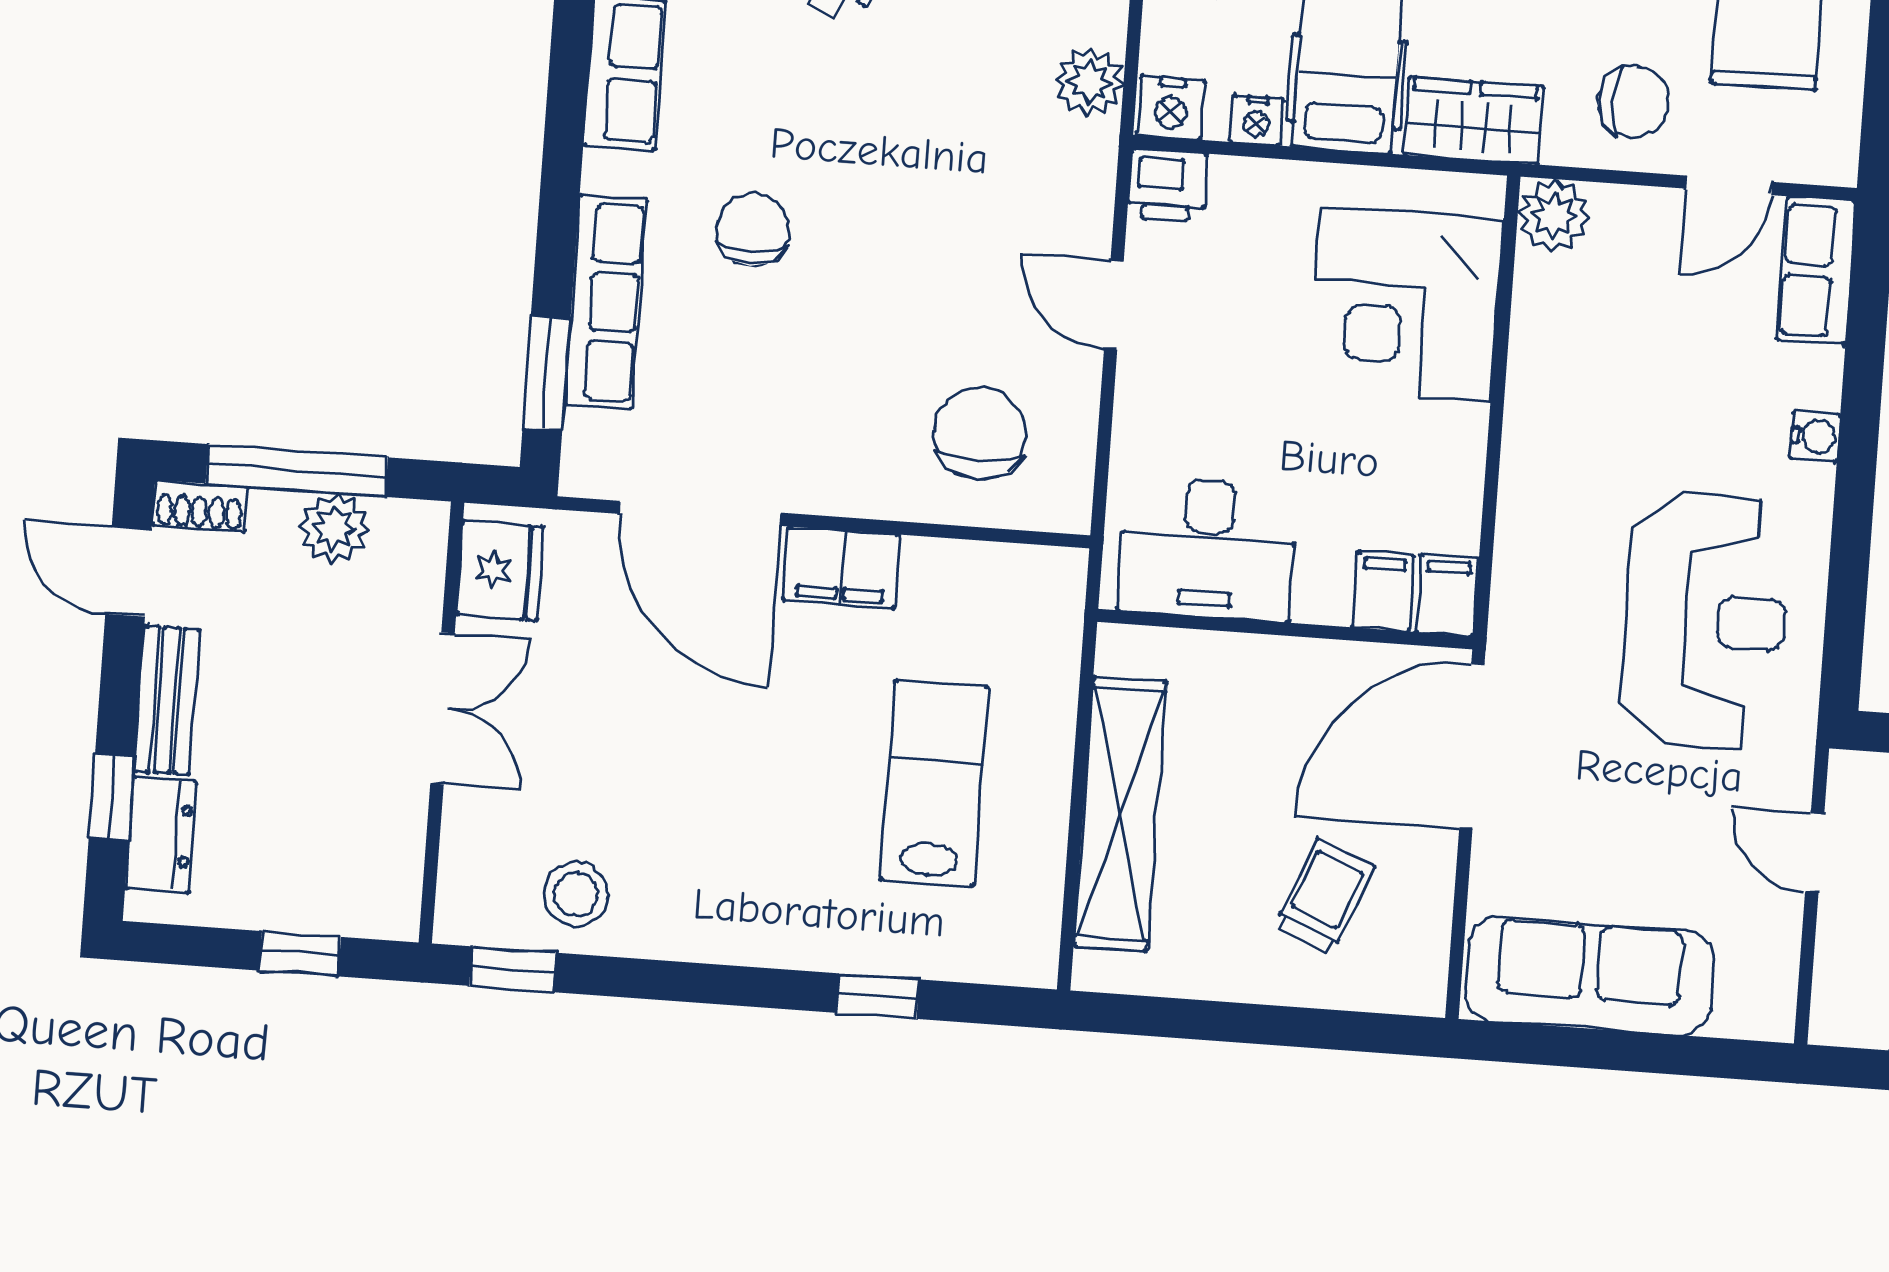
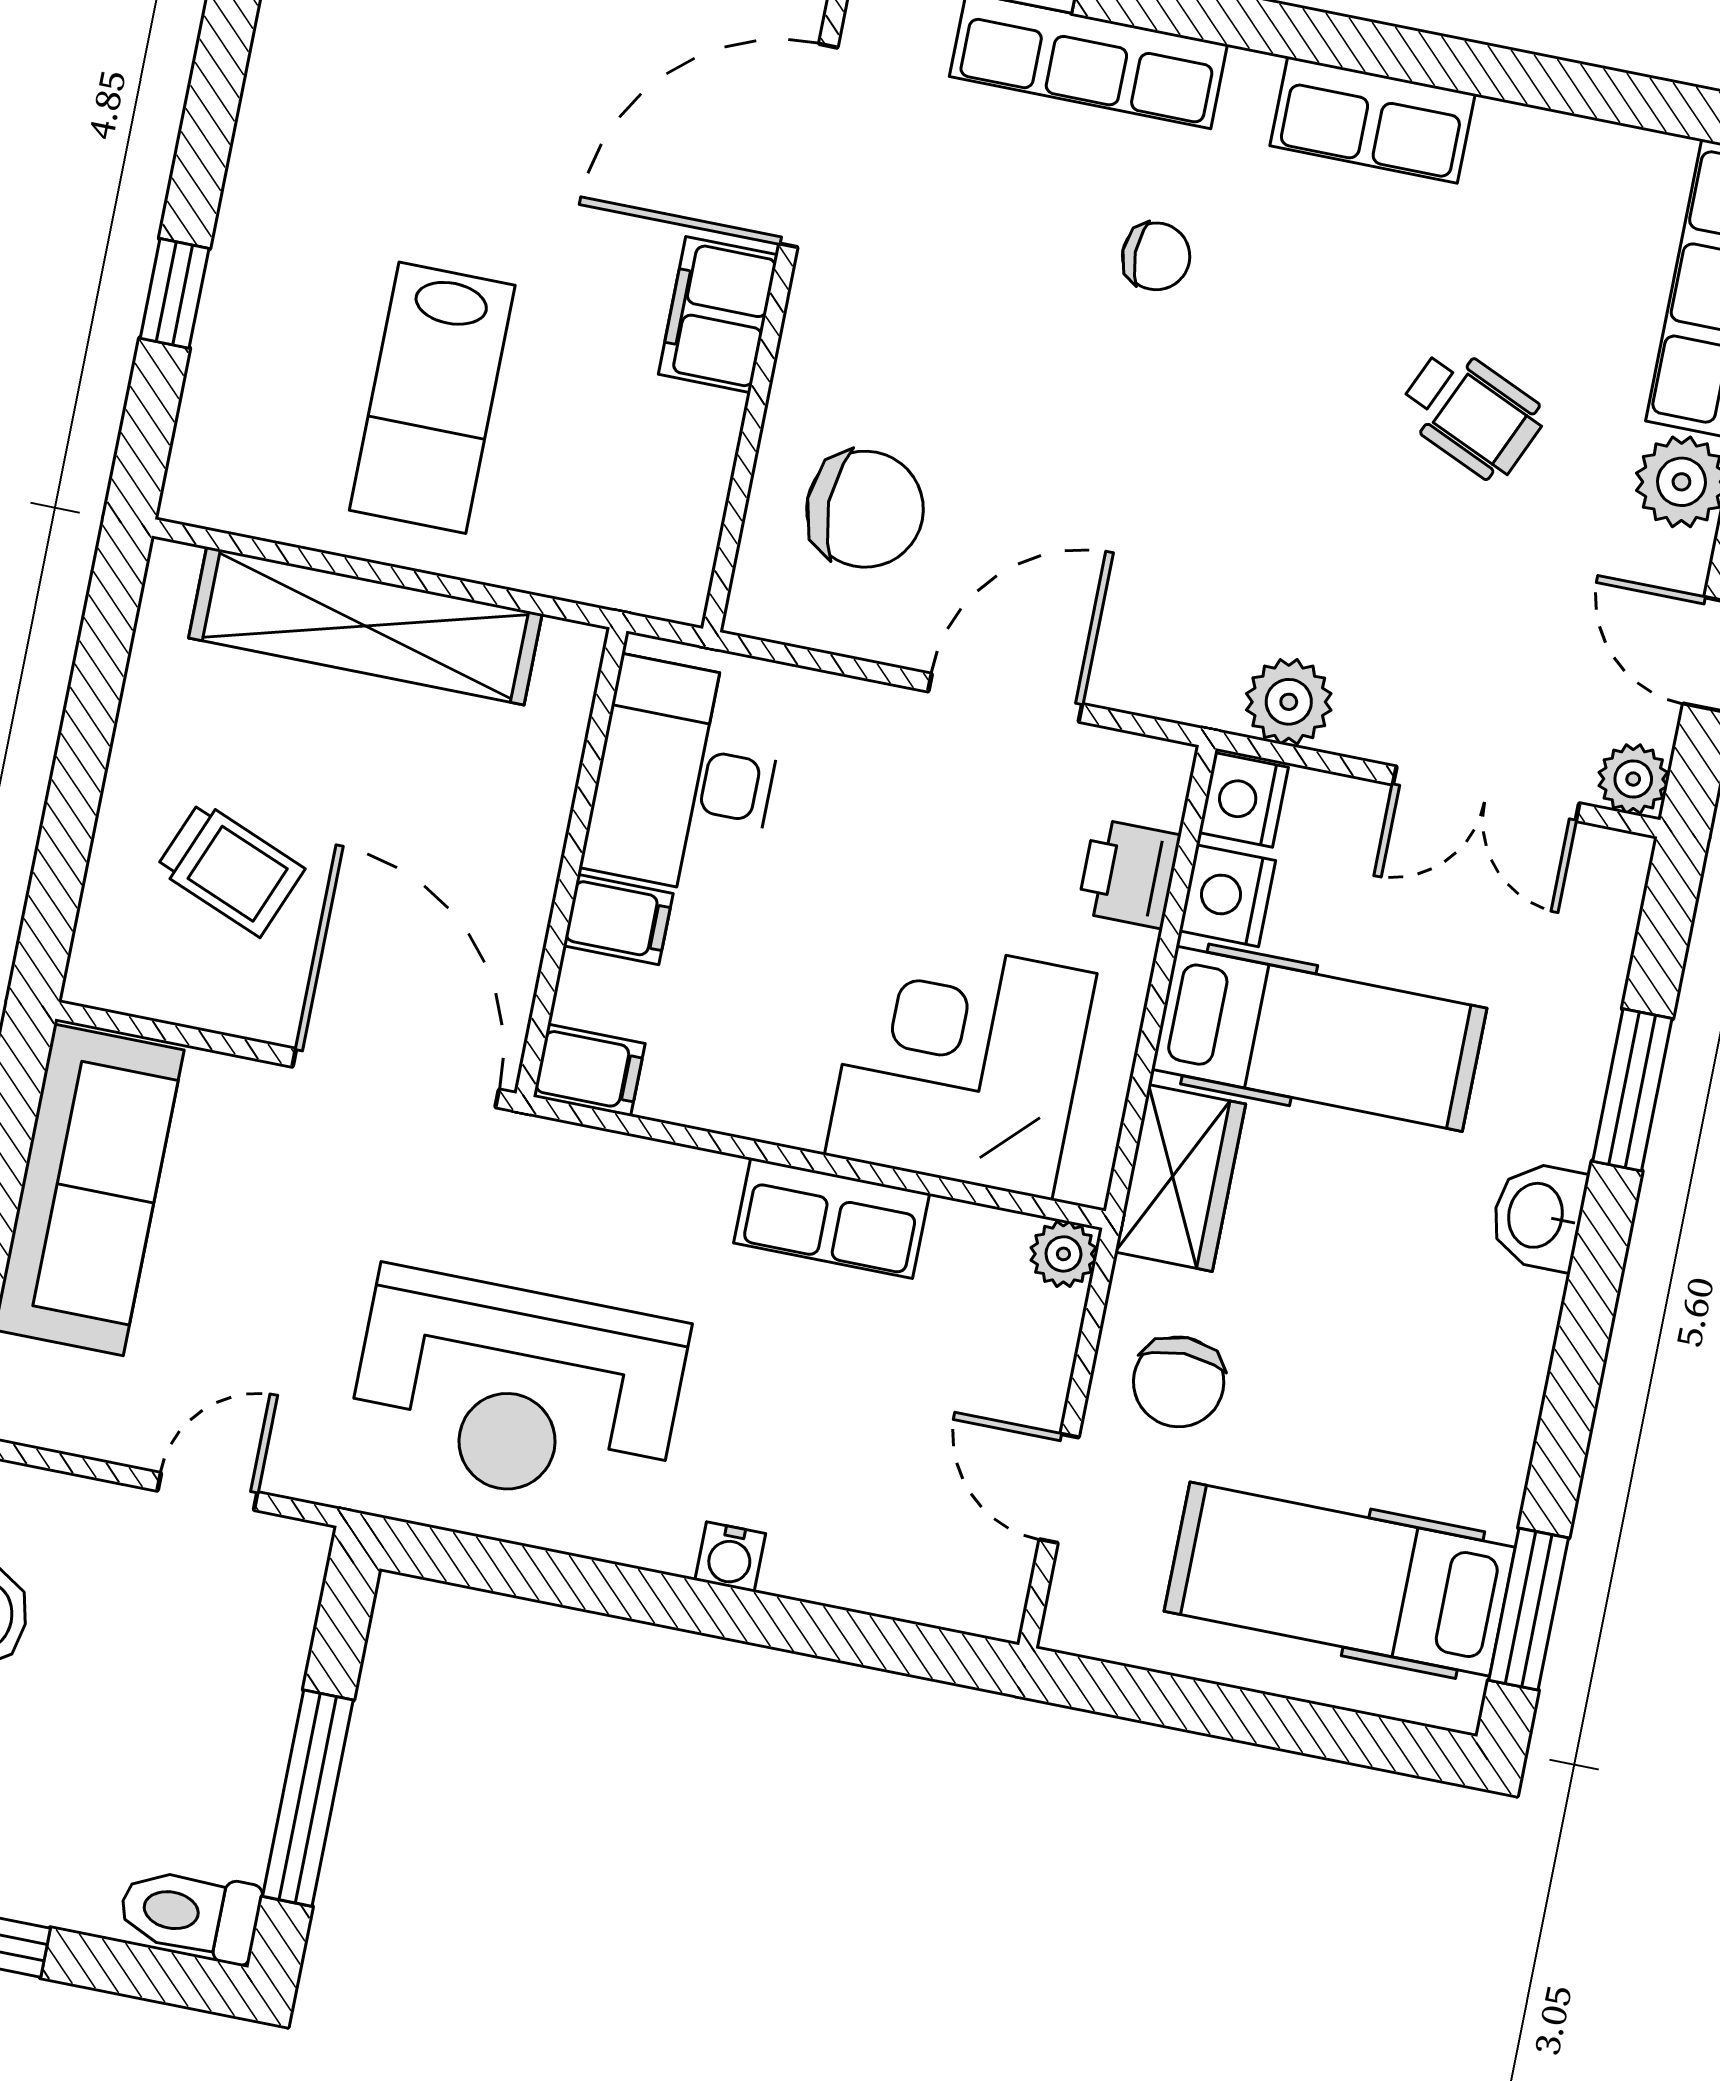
nightstand: (1257, 120) -> (1227, 896), width x1.39, depth x1.35
printer: (1167, 185) -> (1129, 874), moved
plant: (1554, 215) -> (1063, 1254), width x0.73, depth x0.73
chair: (753, 230) -> (1156, 256), width x0.73, depth x0.73
row of seats: (1816, 271) -> (832, 1218), moved, turned 180
door: (1114, 305) -> (1005, 698), width x1.38
filing cabinet: (1383, 591) -> (618, 920), moved
lab bench: (934, 784) -> (432, 398), turned 90

